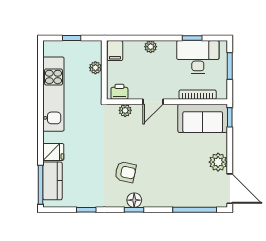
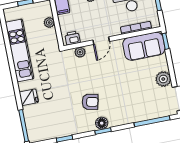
kitchen counter: (53, 181) -> (33, 121), removed

